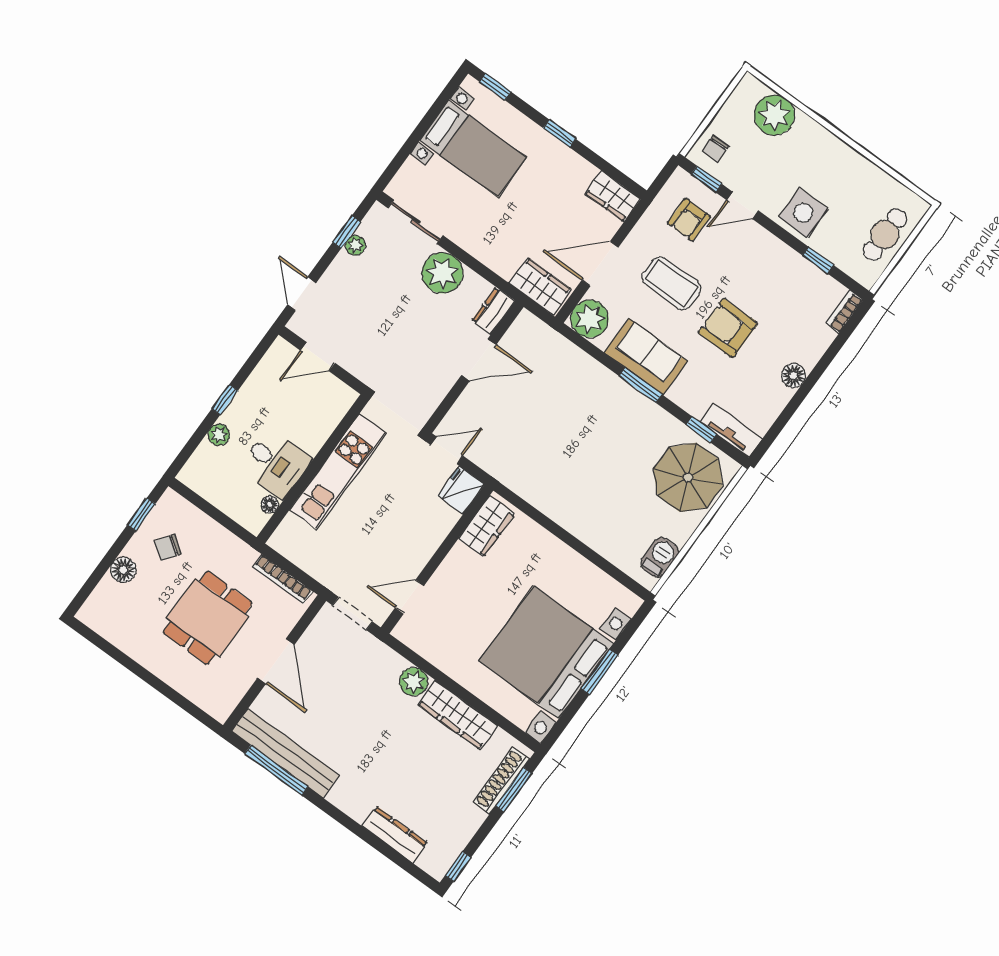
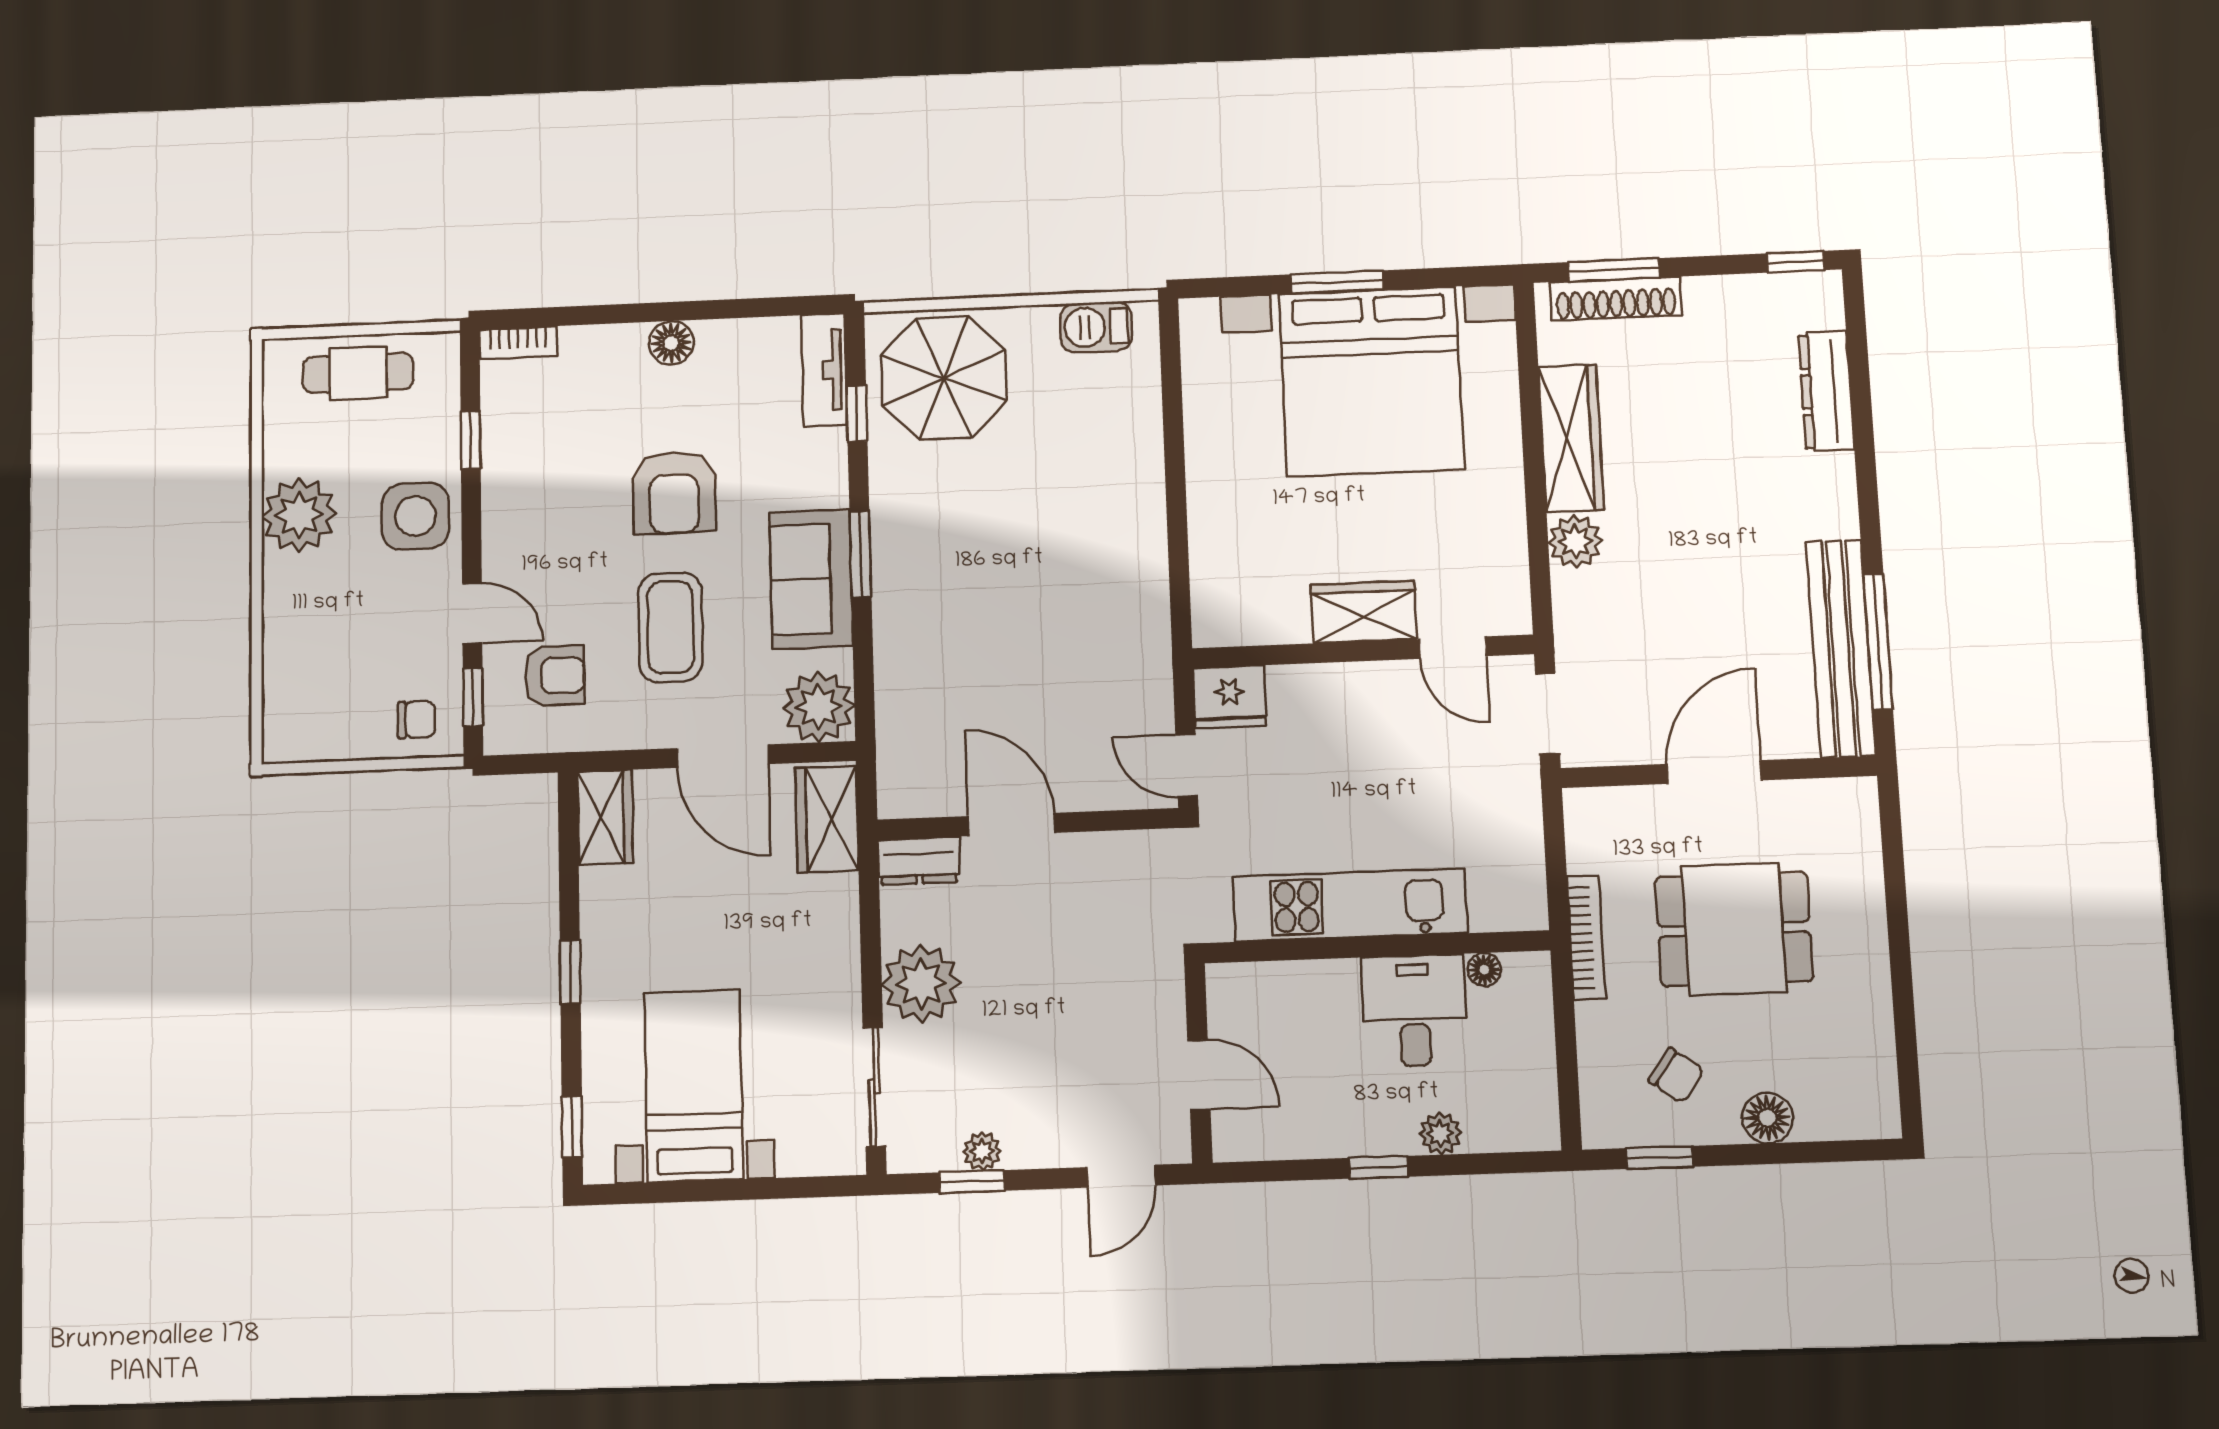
plant: (774, 115) -> (299, 515), moved
wardrobe: (486, 526) -> (1364, 612), moved
bookcase: (283, 579) -> (1586, 938), moved

